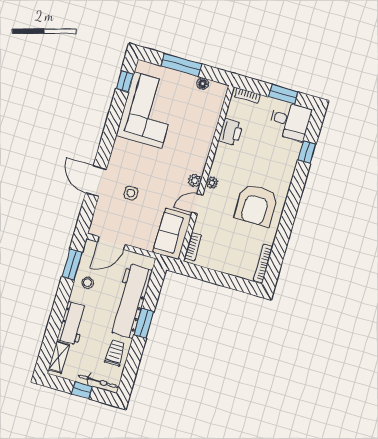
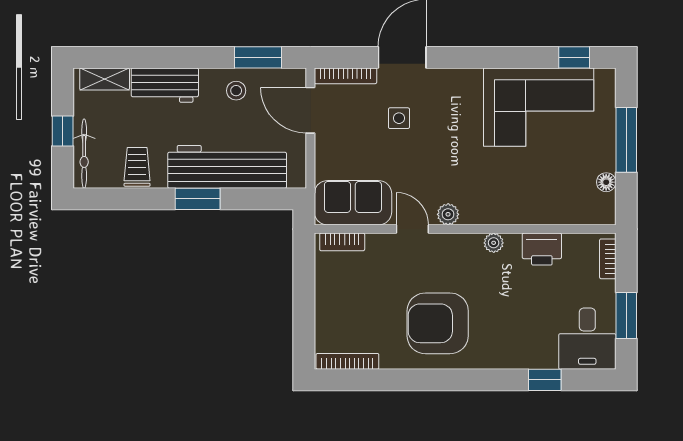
plant: (212, 183) -> (494, 243), moved
bookcase: (97, 217) -> (345, 76), added
trolley: (115, 353) -> (137, 167), turned -90

